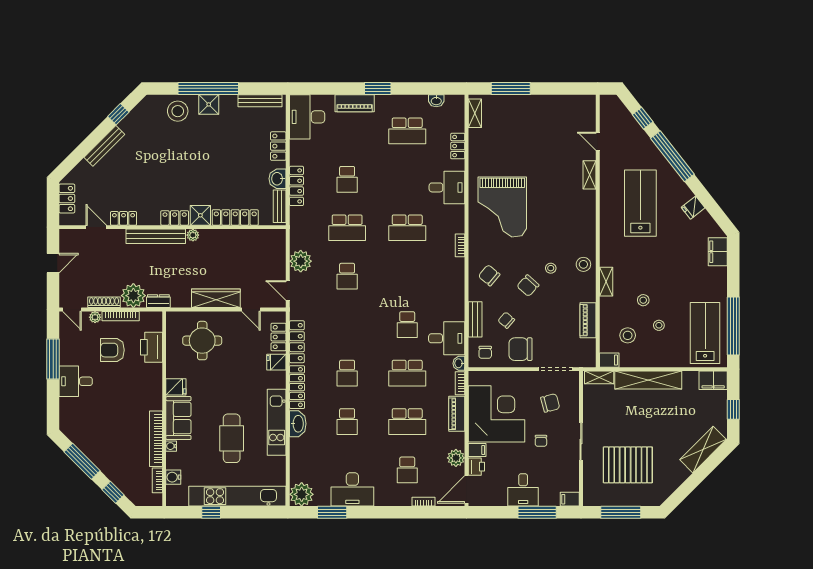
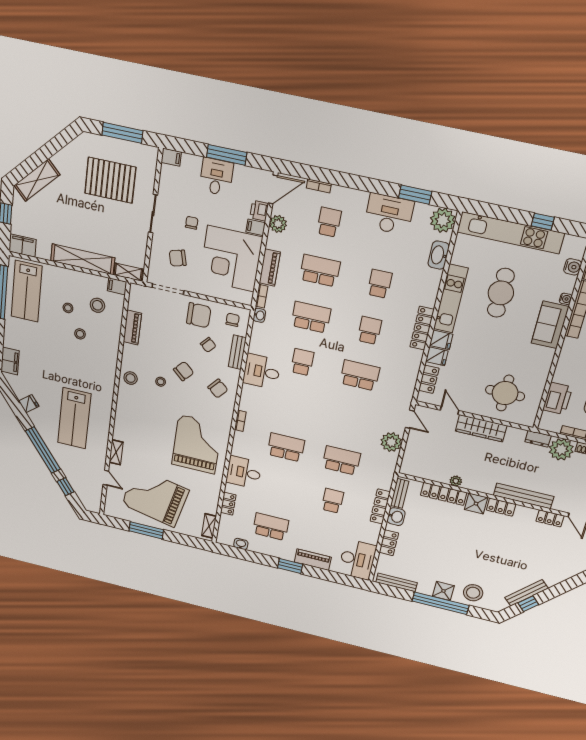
window: (511, 88) -> (146, 530), moved
grand piano: (539, 132) -> (155, 497), added
bench: (104, 146) -> (526, 593), moved
plant: (193, 235) -> (456, 481), moved
school desk: (347, 276) -> (360, 375), moved, width x1.85
shelving: (606, 282) -> (112, 358), removed
desk: (447, 338) -> (262, 372), moved
locker: (297, 342) -> (412, 371), removed
fridge: (176, 387) -> (441, 340), moved, turned 180
washbasin: (298, 424) -> (439, 255), moved
window: (537, 512) -> (227, 155), moved

